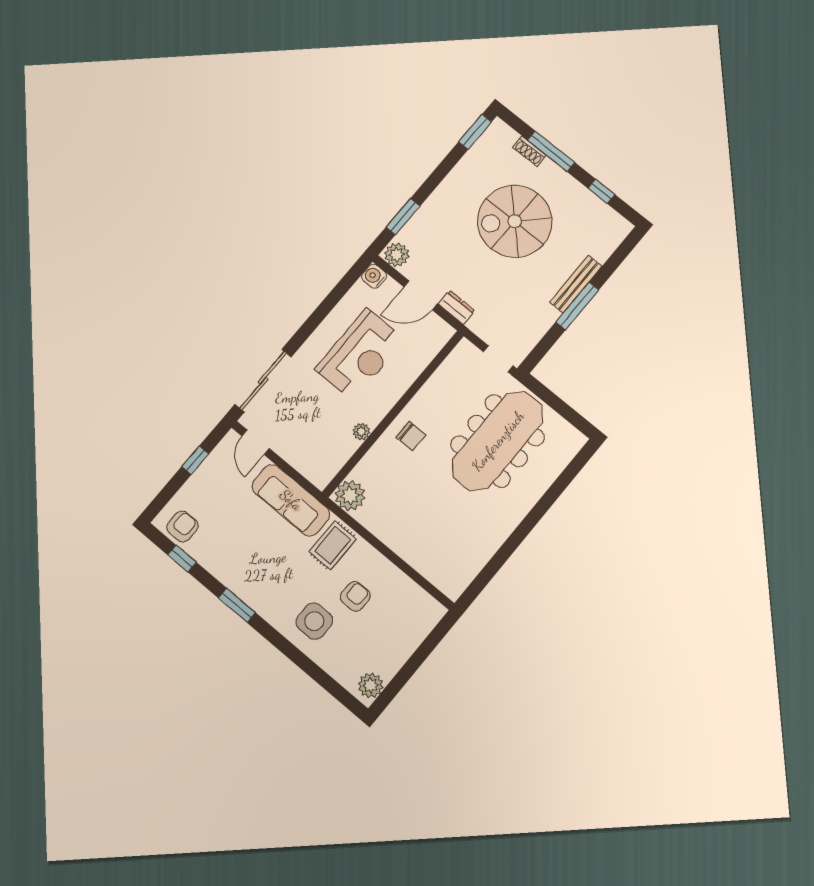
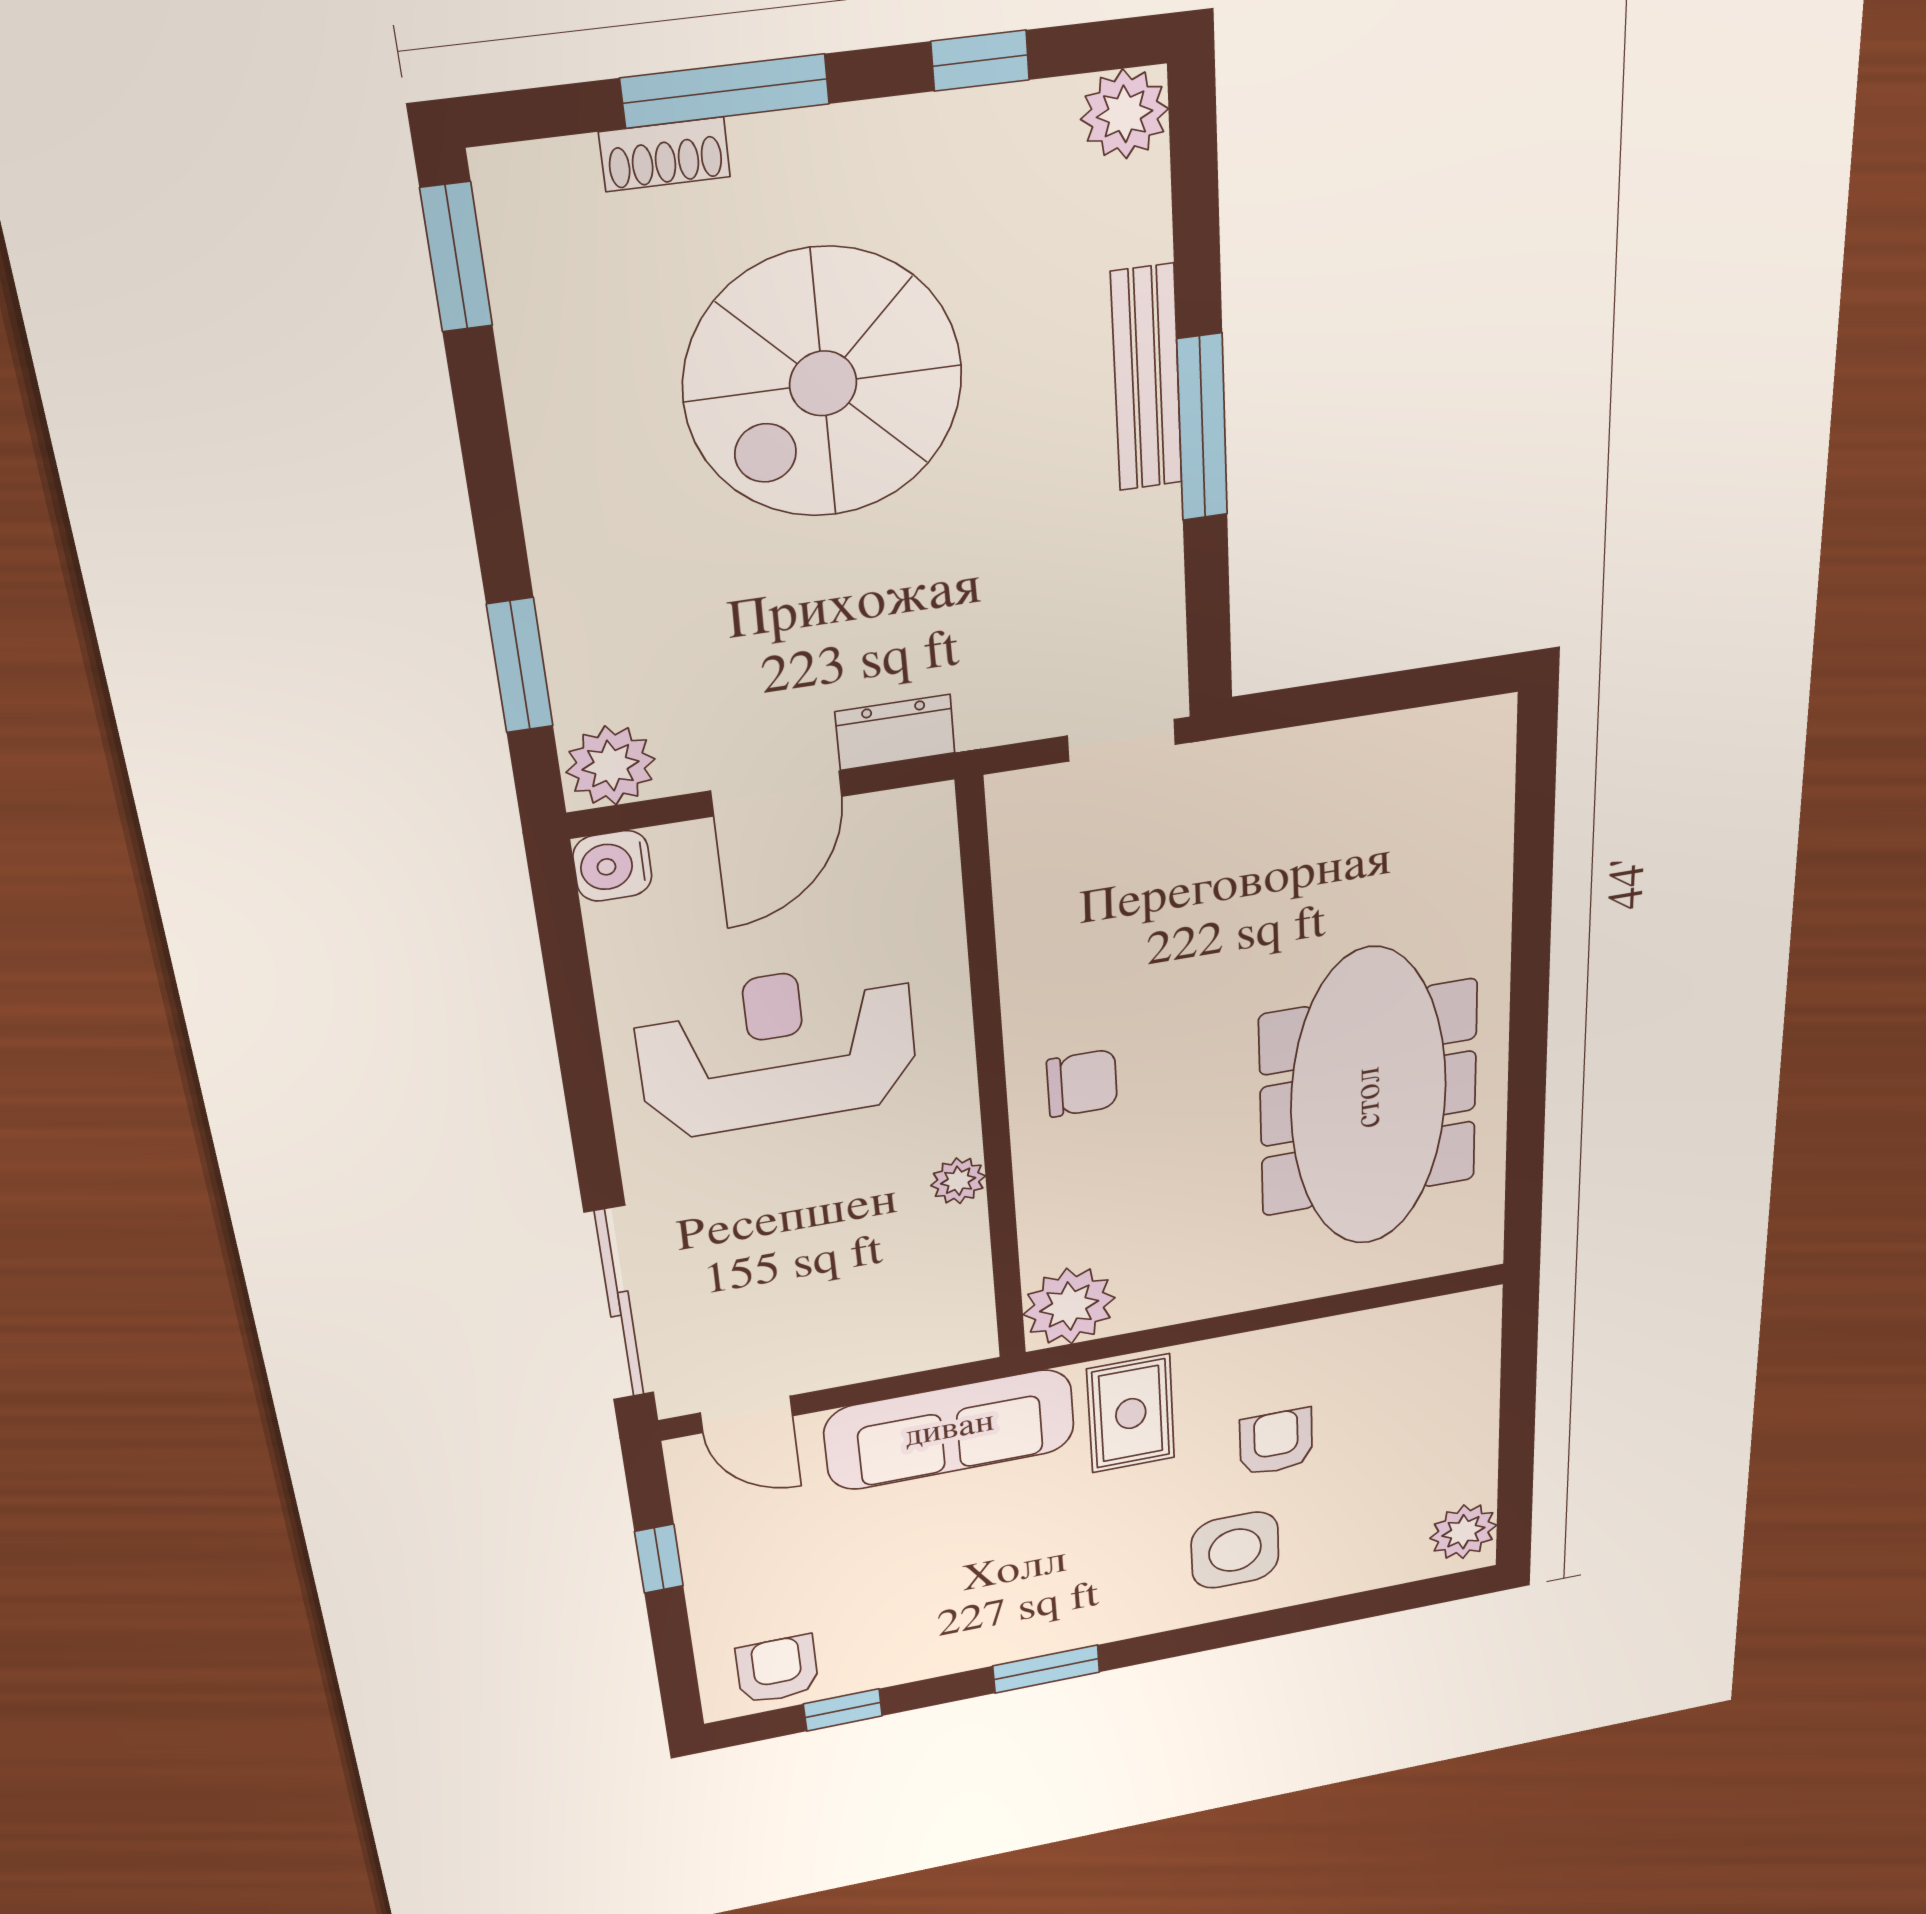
plant: (619, 228) -> (1125, 114), added
reception desk: (360, 354) -> (777, 1049), turned -90
meeting table: (498, 441) -> (1369, 1098), moved

